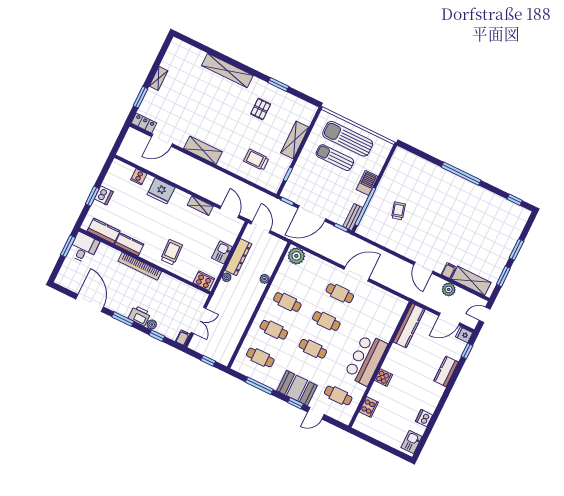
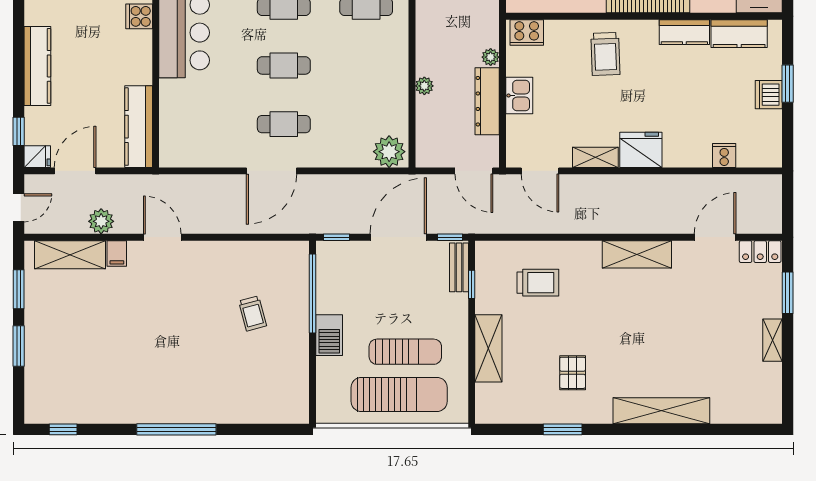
fridge: (161, 191) -> (641, 150), moved
bench: (353, 217) -> (459, 267), moved
cafe table: (287, 302) -> (366, 65), removed
kitchen counter: (446, 371) -> (37, 66), width x1.50

